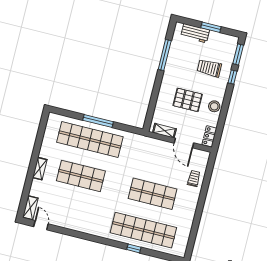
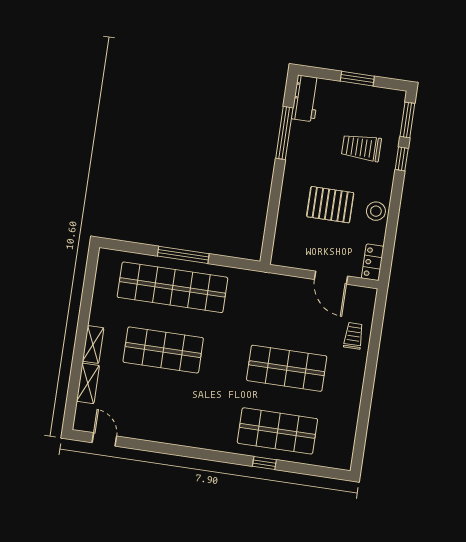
workbench: (195, 33) -> (306, 98), moved, turned -90
shelving: (164, 131) -> (296, 260), removed
shelving: (30, 208) -> (88, 383), moved
shop shelf: (143, 230) -> (277, 431), width x0.71

